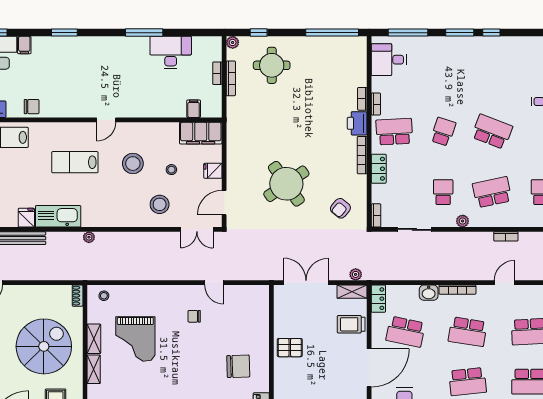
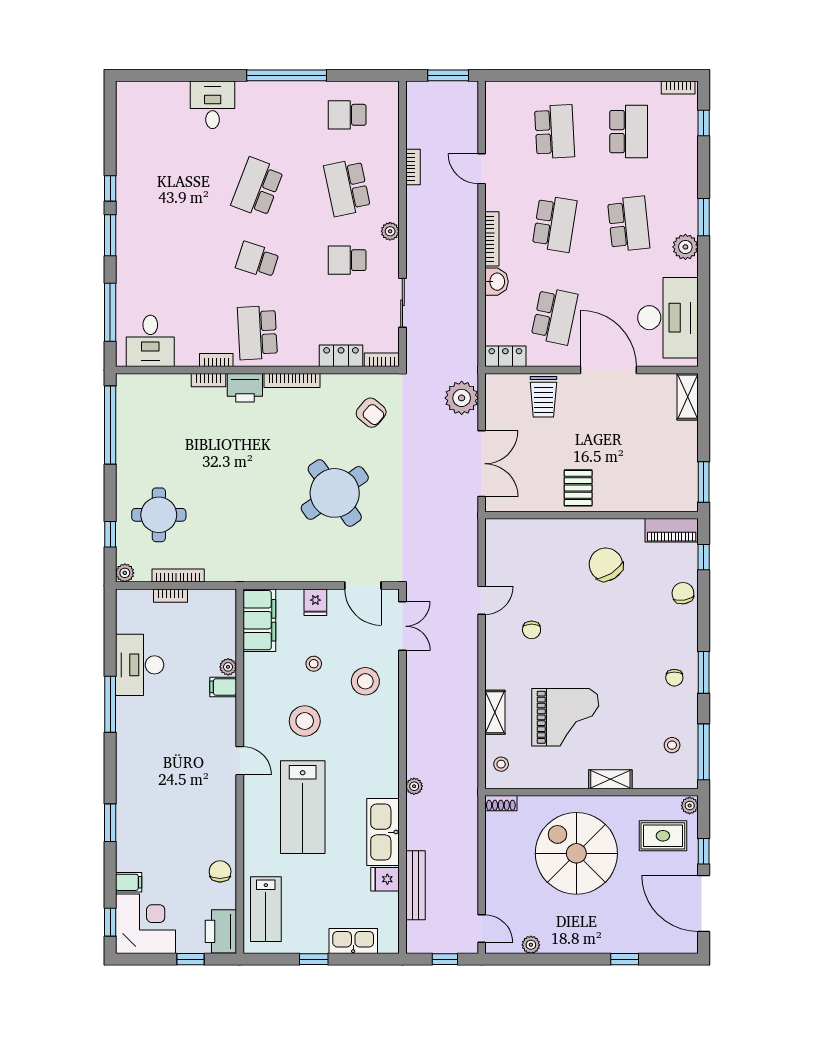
filing cabinet: (194, 109) -> (223, 687), moved
plant: (169, 112) -> (228, 667), added
lab bench: (75, 162) -> (303, 807), width x1.36, depth x1.39
locker: (379, 169) -> (341, 356), moved
plant: (356, 274) -> (462, 398), width x1.87, depth x1.87
double door: (306, 283) -> (482, 464), swing flipped
shelving: (352, 292) -> (495, 396), removed
shelving: (94, 339) -> (495, 712), moved, turned 90
chair: (238, 366) -> (606, 564), turned -30

